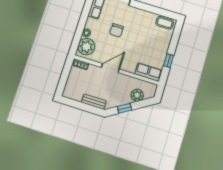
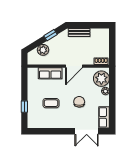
coffee table: (165, 23) -> (51, 103), moved
window: (169, 61) -> (24, 107), moved
row of seats: (148, 72) -> (50, 73), moved

